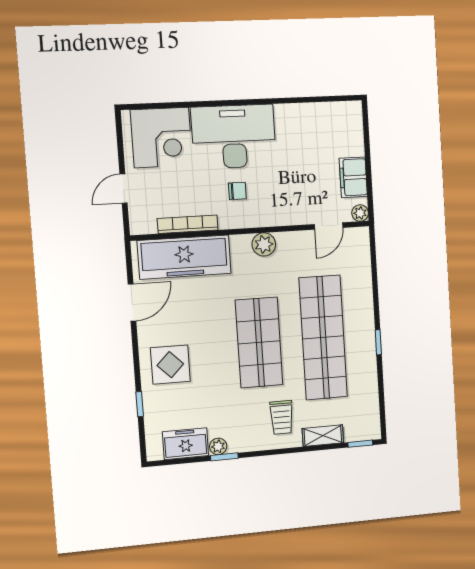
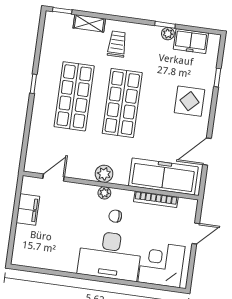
plant: (360, 213) -> (104, 193), moved
shop shelf: (323, 338) -> (74, 96), width x0.71

